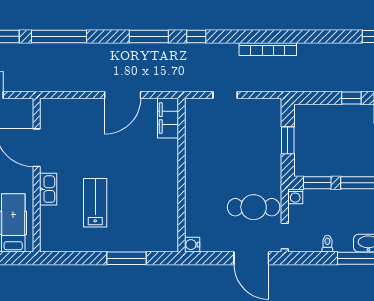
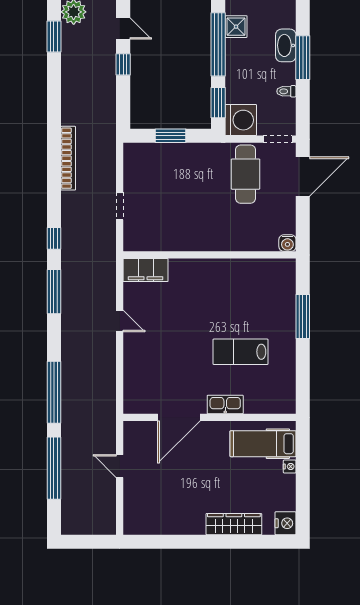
door: (123, 95) -> (120, 321), width x0.53
washing machine: (295, 196) -> (241, 120), width x1.89, depth x1.89

